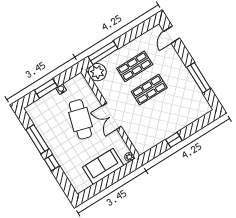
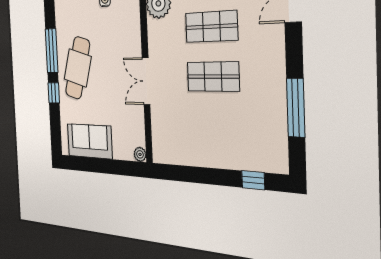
cafe table: (80, 119) -> (78, 68), moved
window: (174, 140) -> (253, 180), moved
sofa: (103, 166) -> (90, 141), moved

